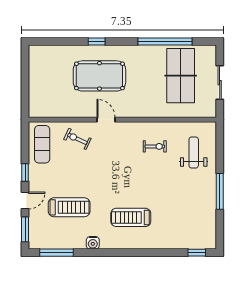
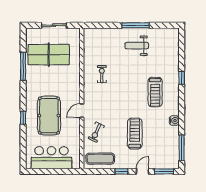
window: (165, 42) -> (23, 66), width x0.68
bar counter: (43, 79) -> (51, 158), added
weight bench: (194, 153) -> (137, 46), moved
door: (25, 201) -> (142, 171), hinge flipped
treadmill: (69, 207) -> (135, 134), moved
window: (197, 253) -> (182, 78), moved

